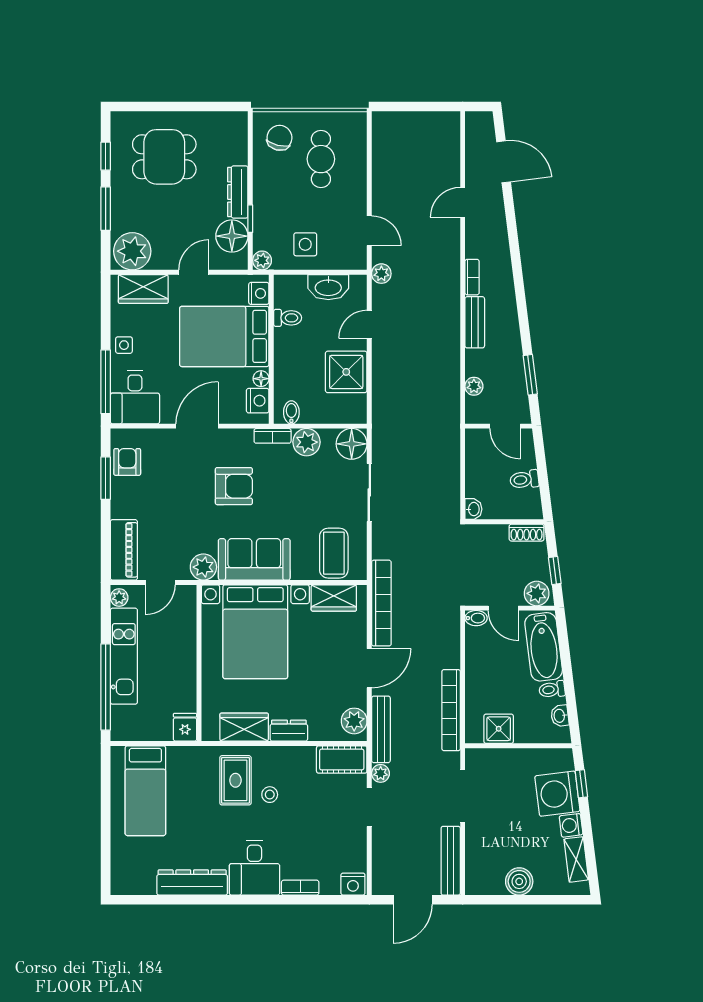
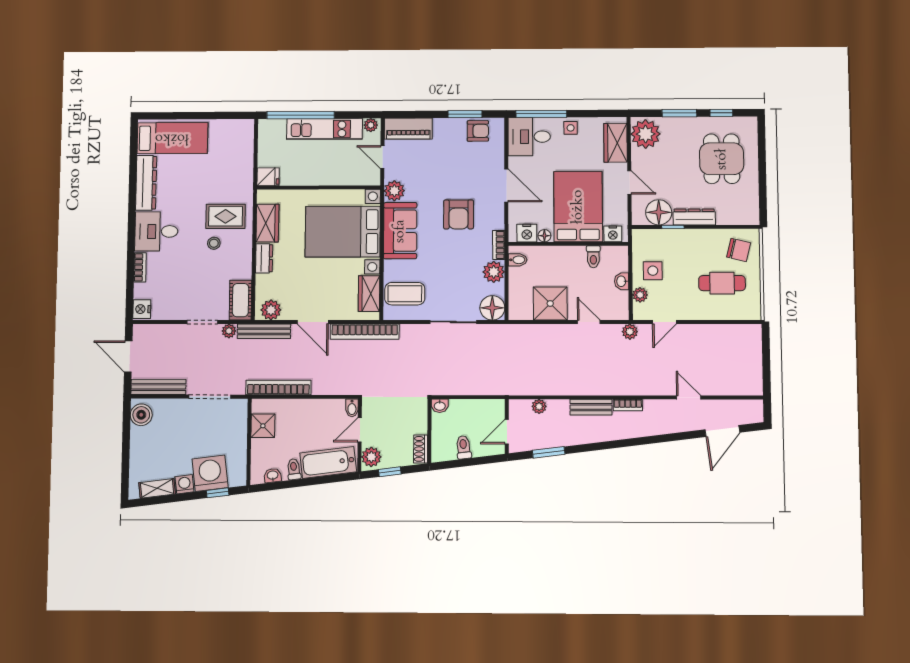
plant: (262, 260) -> (640, 295), moved
washbasin: (328, 287) -> (622, 281), width x0.52, depth x0.69
bed: (145, 791) -> (172, 138), moved, turned 180
boiler: (519, 881) -> (141, 415), moved

